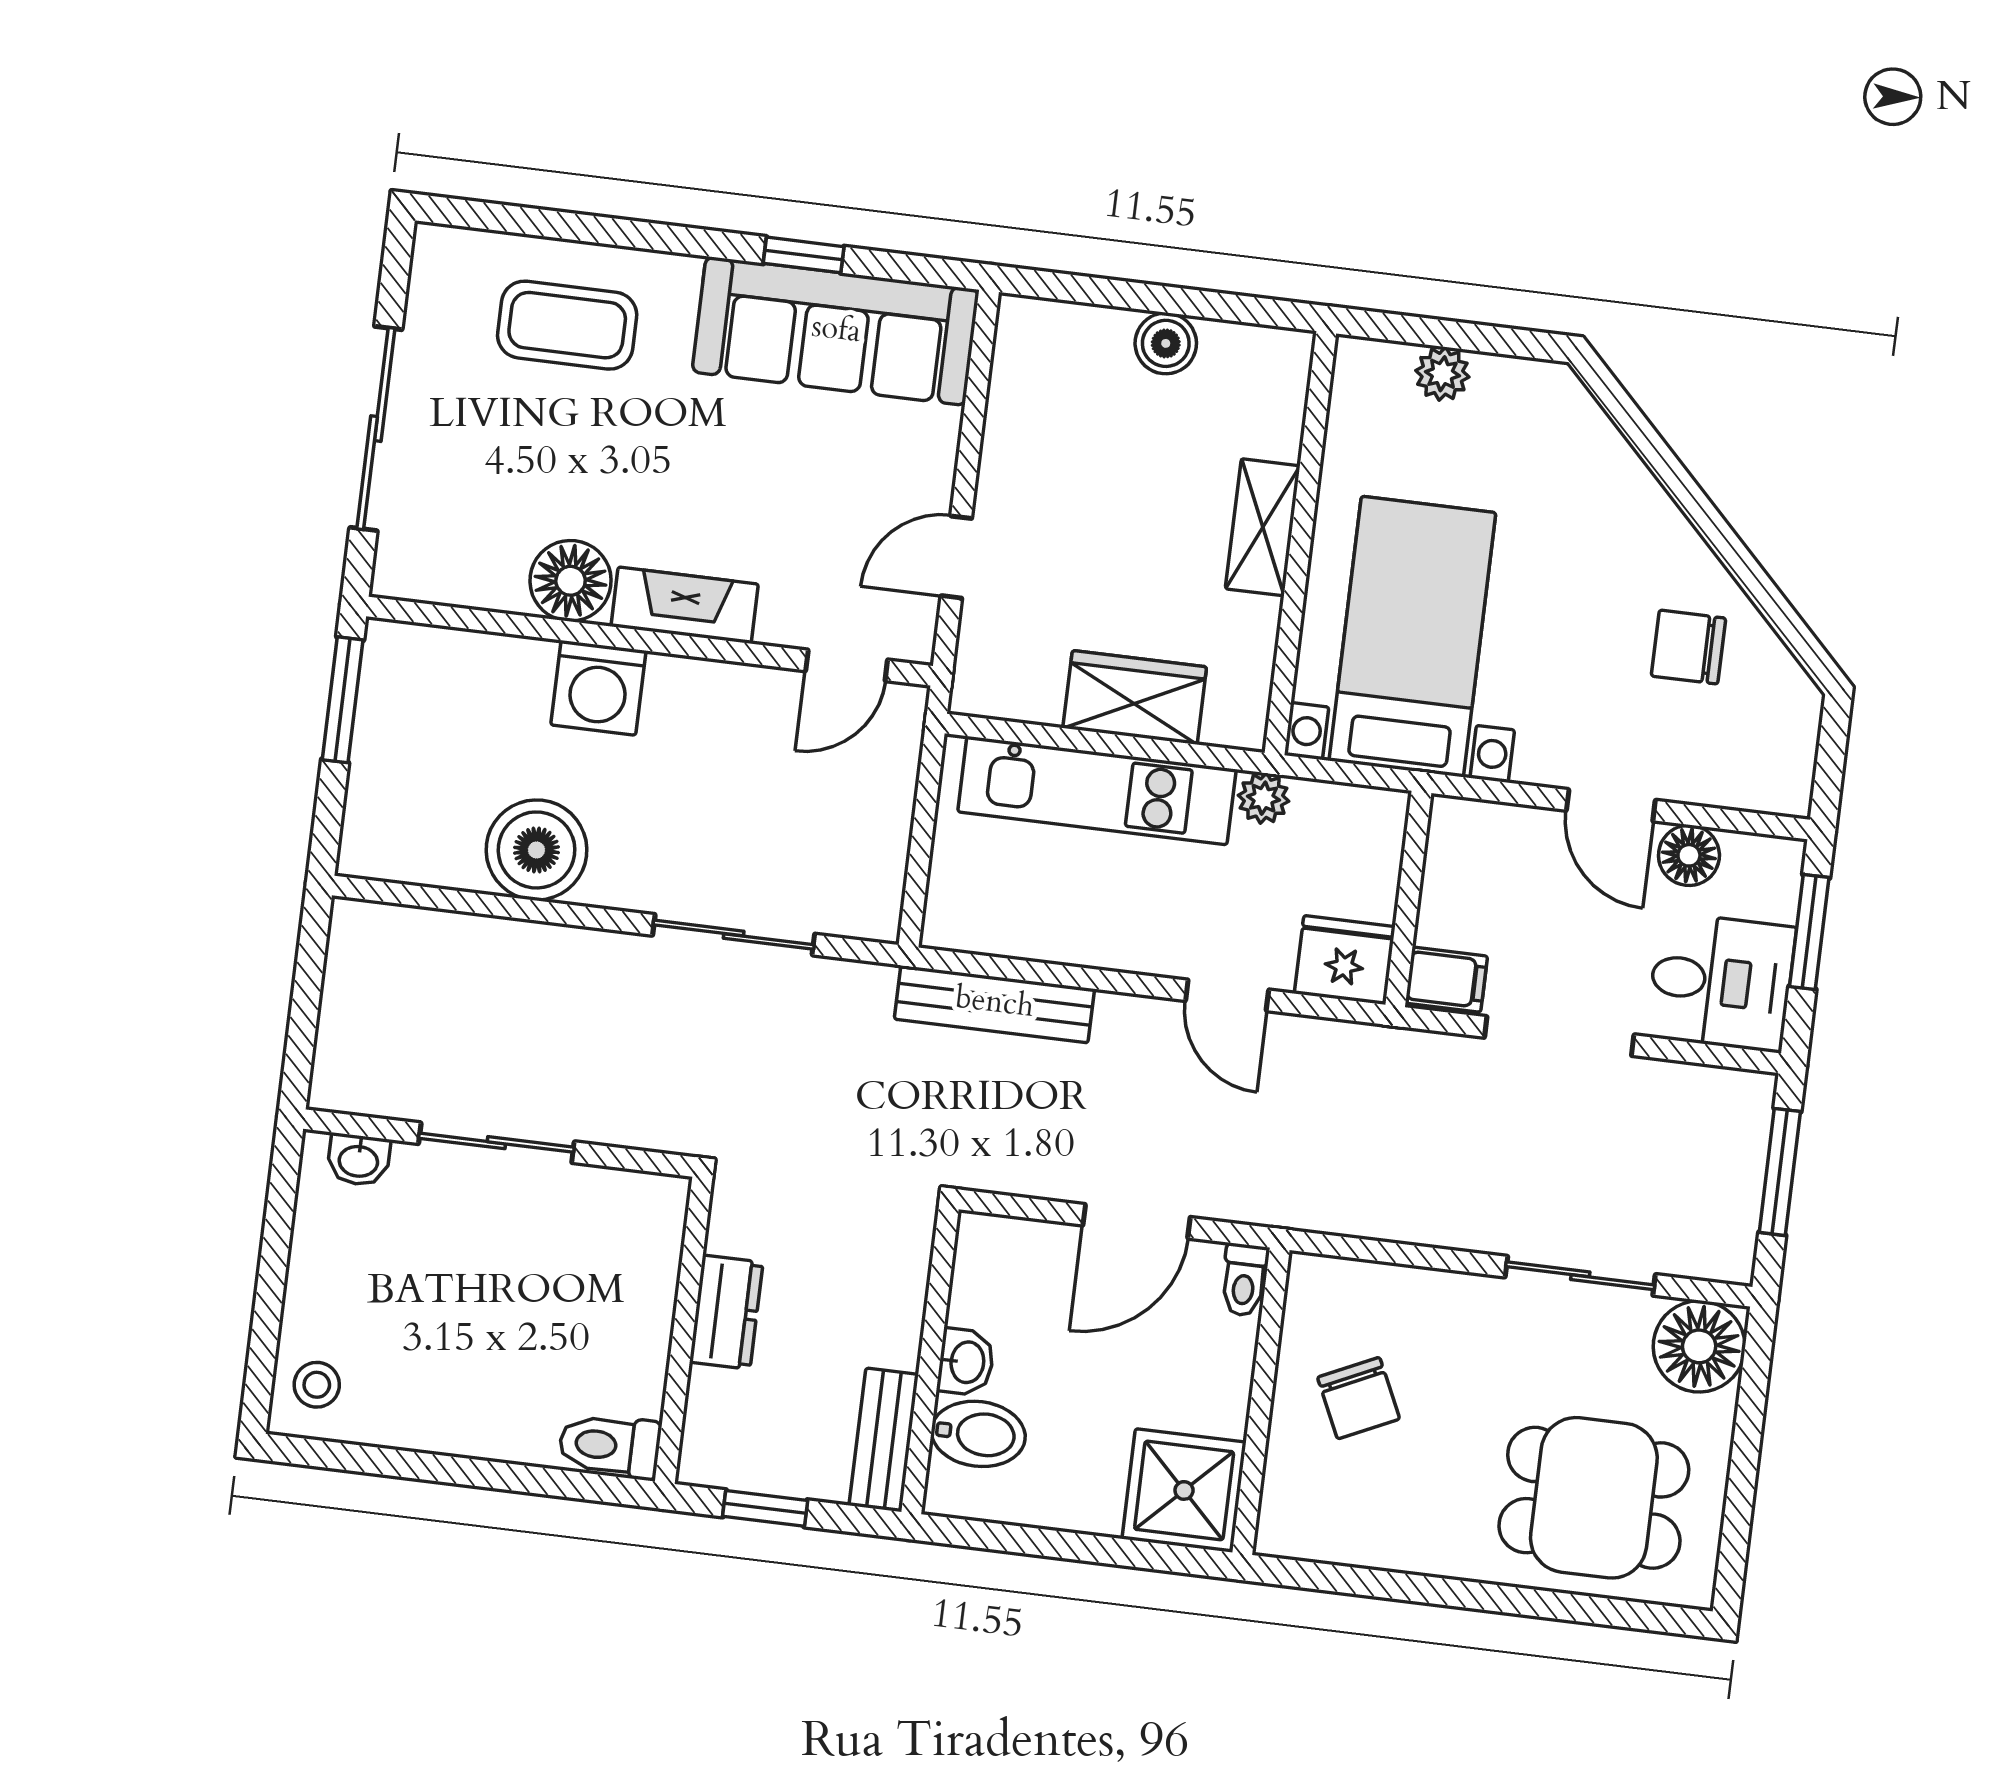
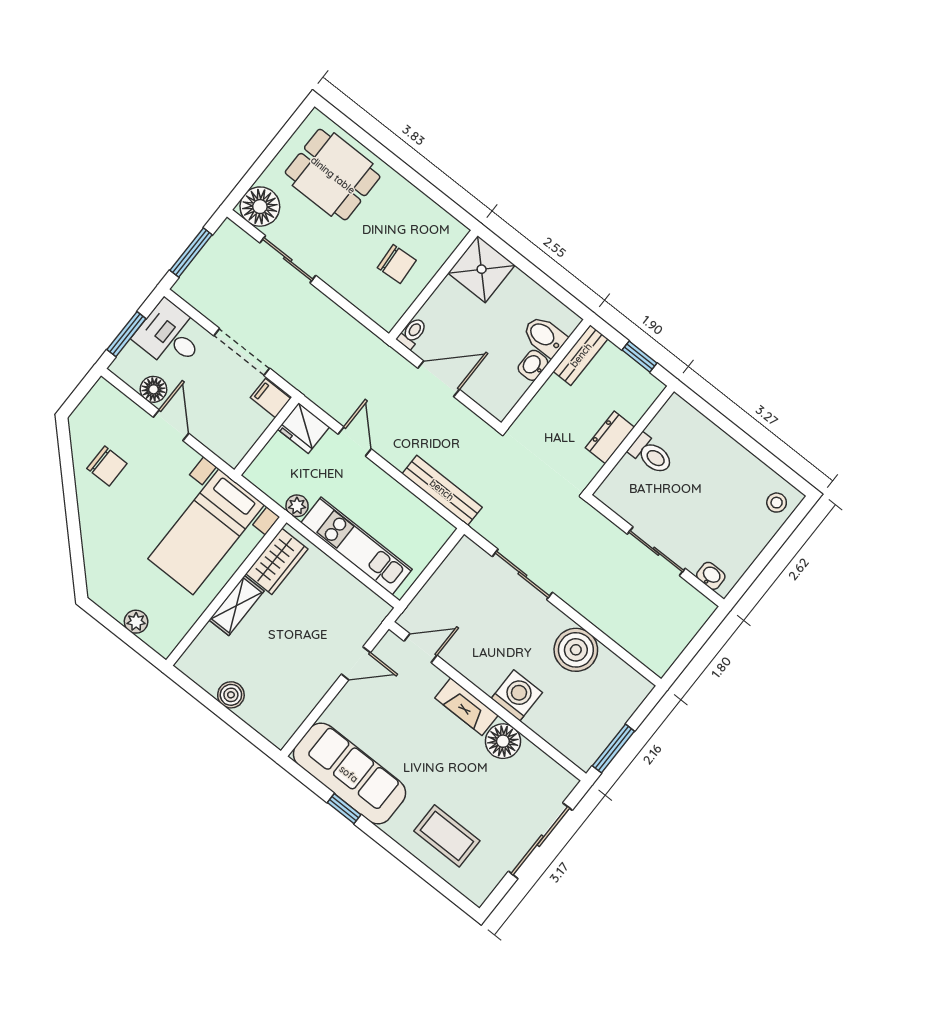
wardrobe: (1135, 697) -> (277, 561), moved, turned -90
chair: (1359, 1398) -> (397, 264), turned 111
toilet: (610, 1446) -> (651, 454), moved

